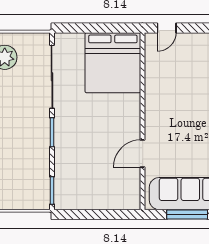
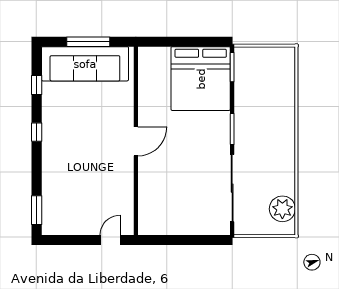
bed: (113, 63) -> (201, 79), moved, turned 180
door: (142, 153) -> (136, 141), moved

